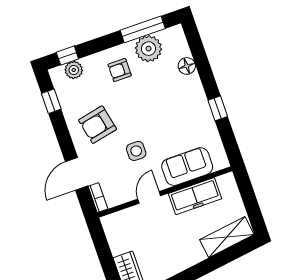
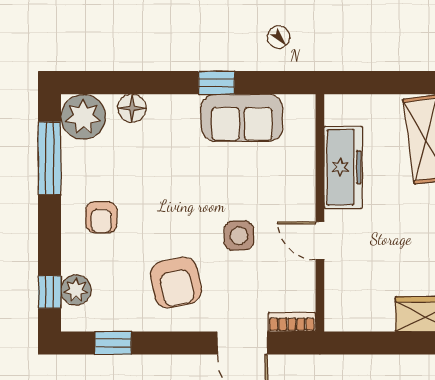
plant: (148, 49) -> (83, 117), moved
sofa: (187, 167) -> (242, 118), moved, turned -90

